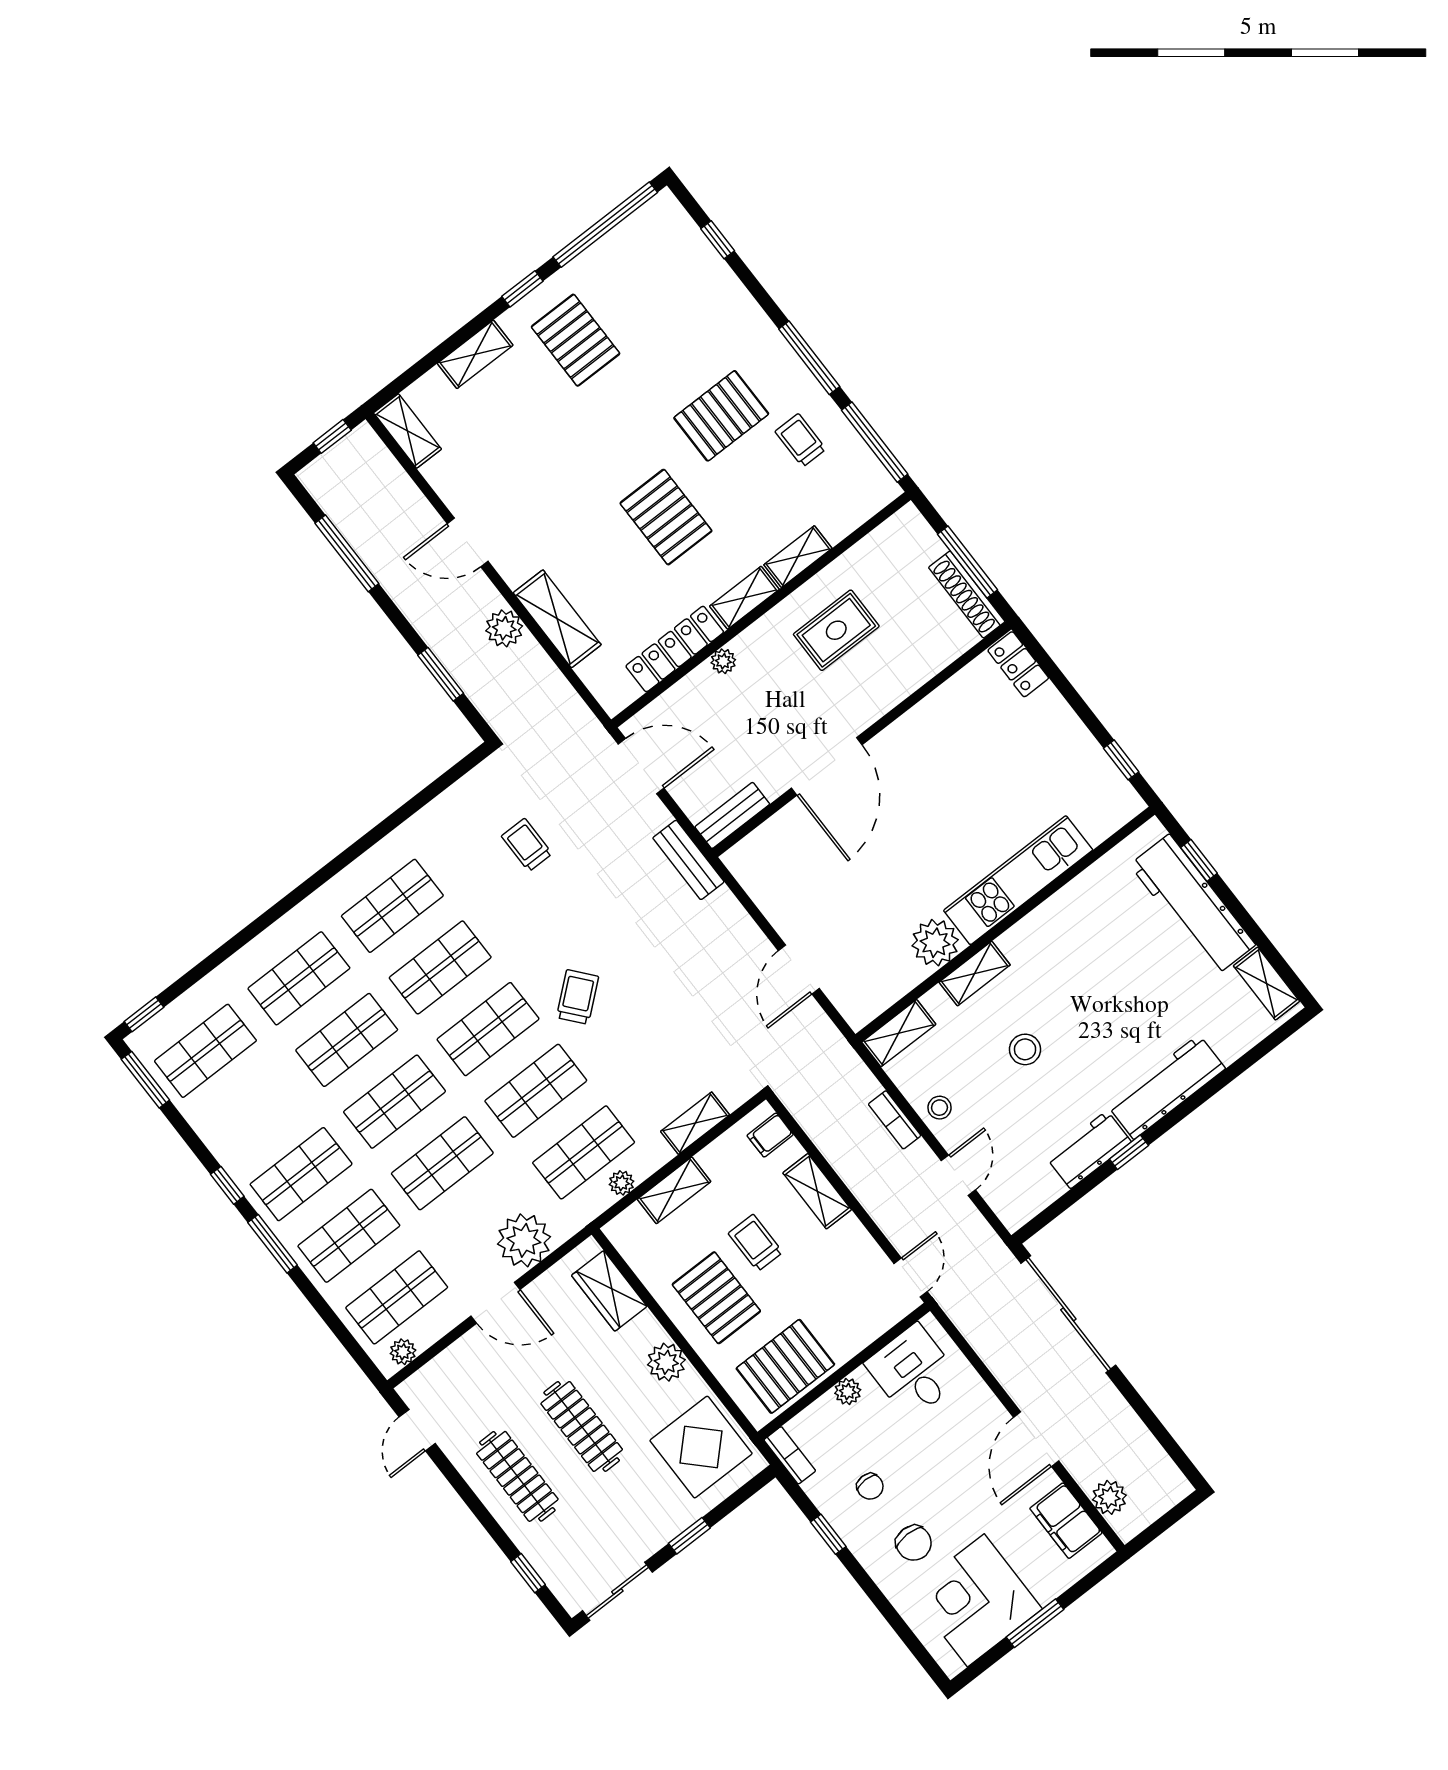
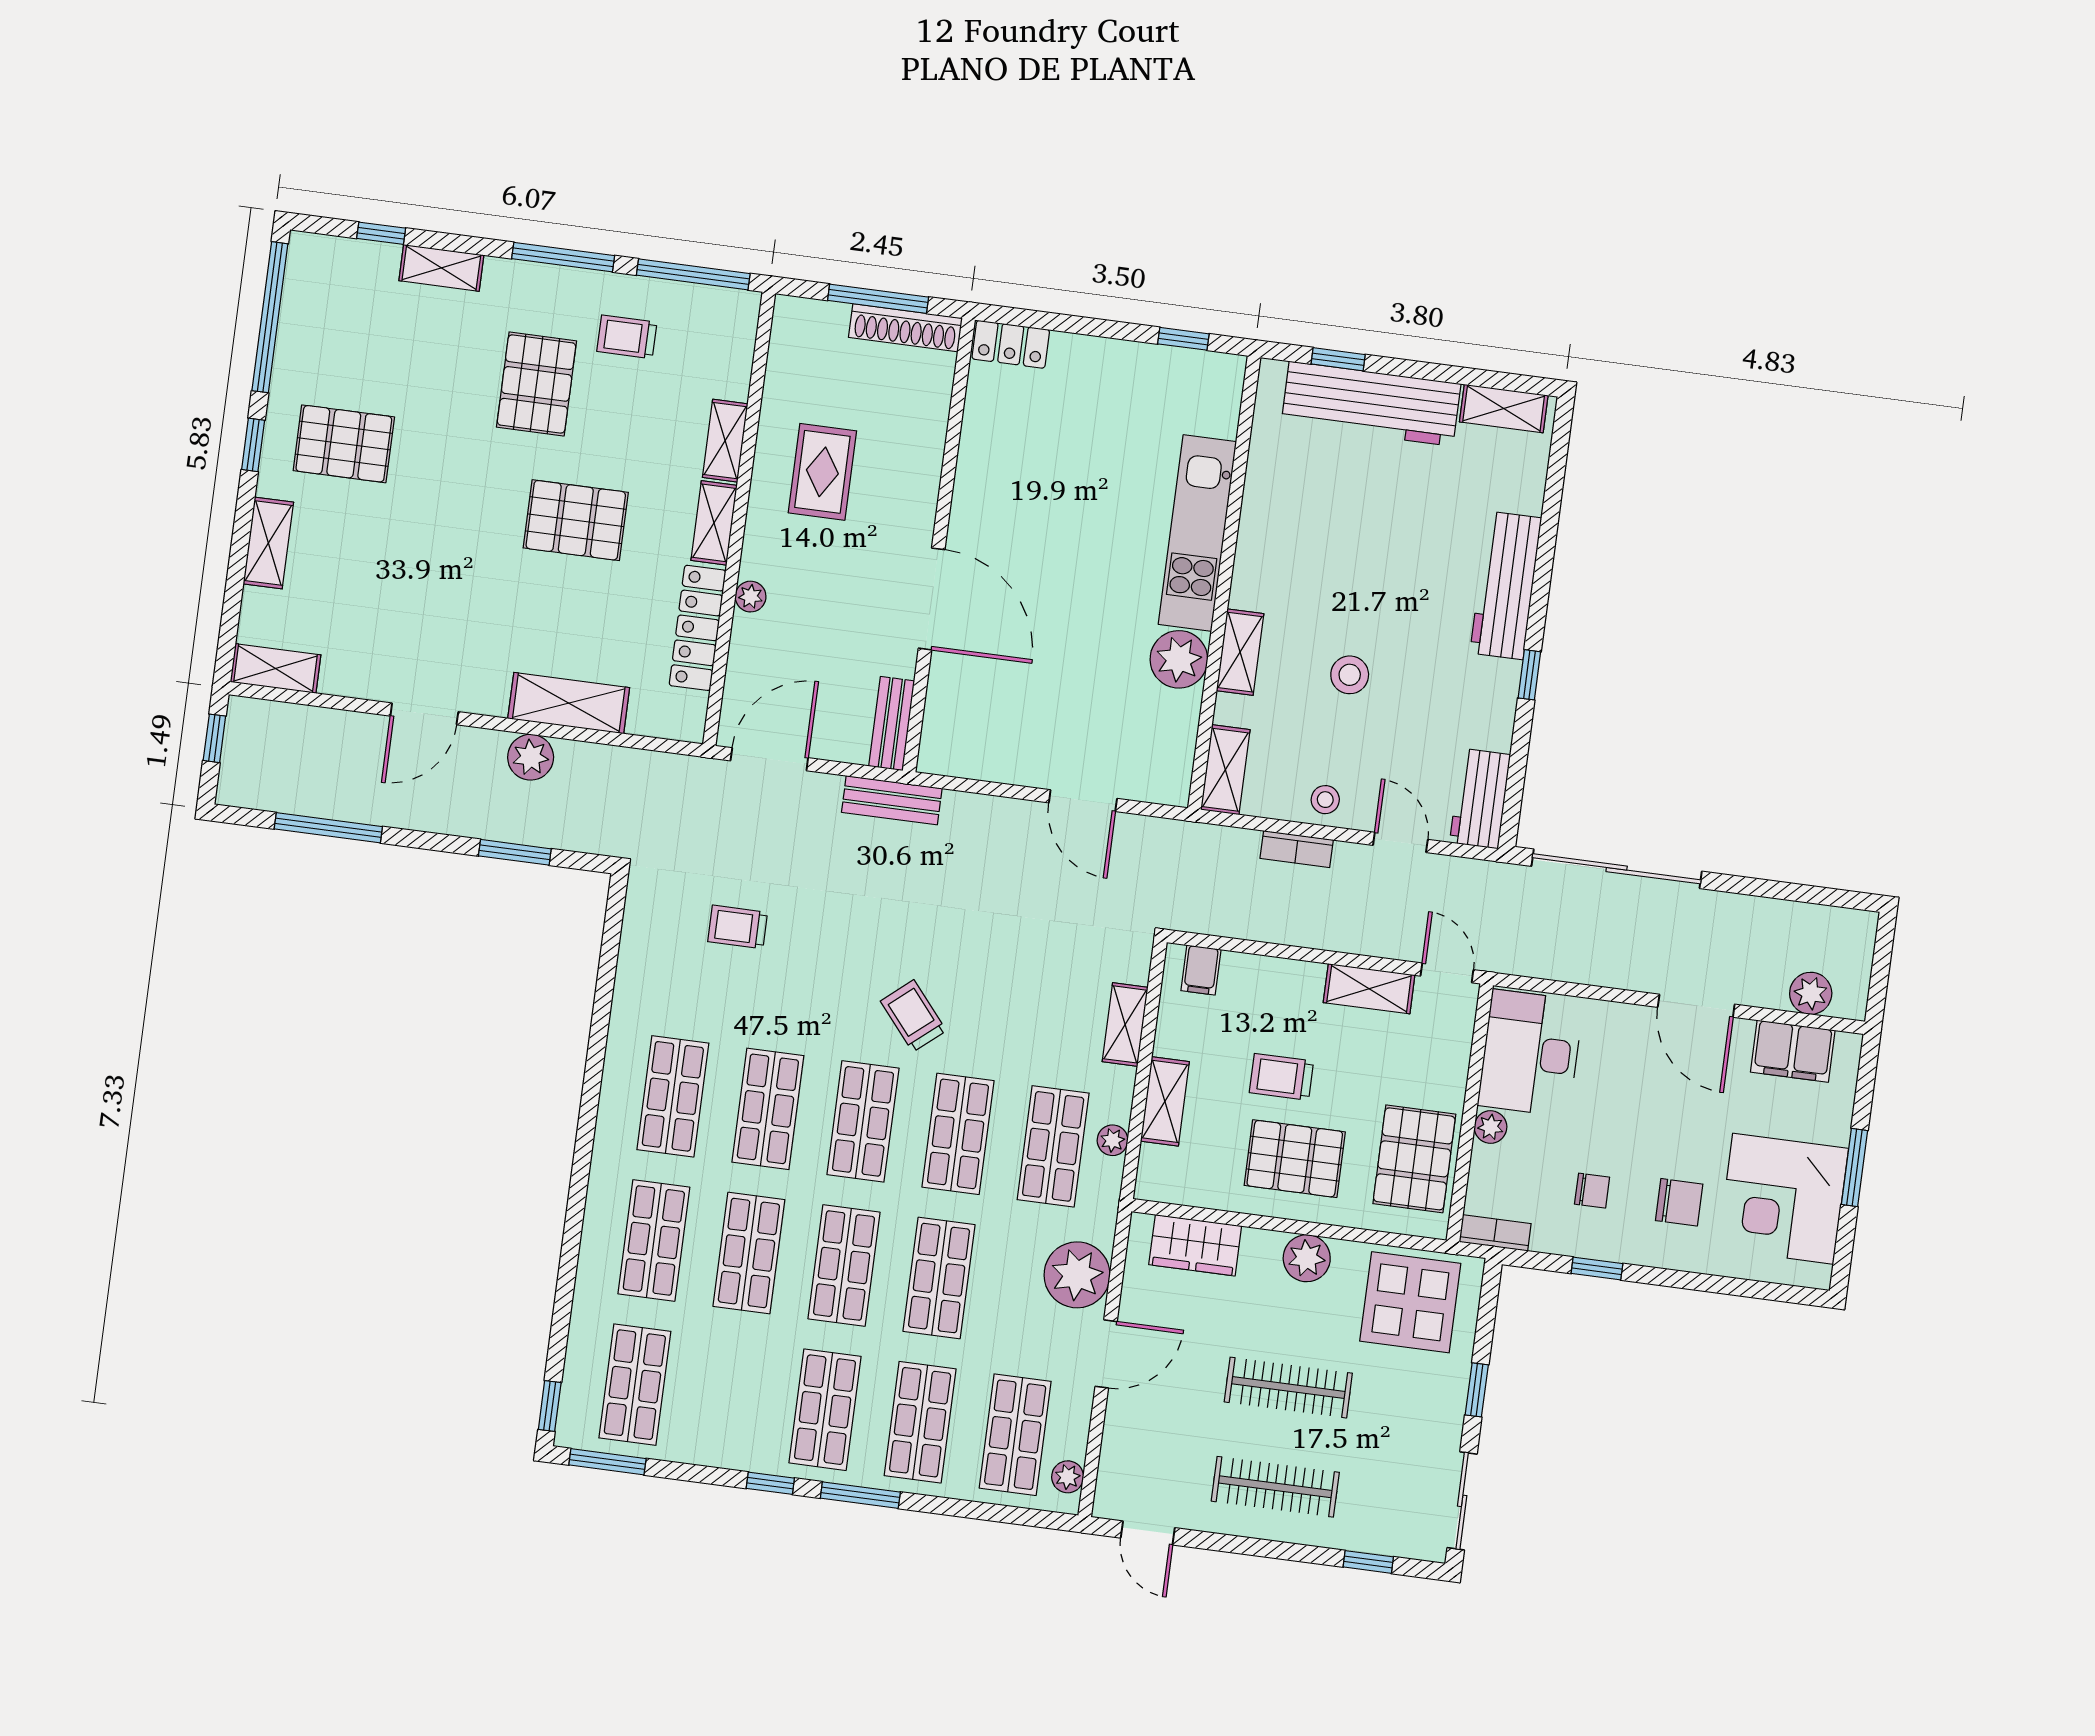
shelving: (733, 294) -> (441, 268), added
workbench: (1089, 1150) -> (1480, 799), moved
shelving: (817, 1191) -> (1369, 989), moved
desk: (913, 1372) -> (1531, 1053), width x1.37

